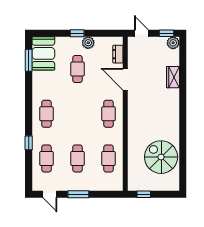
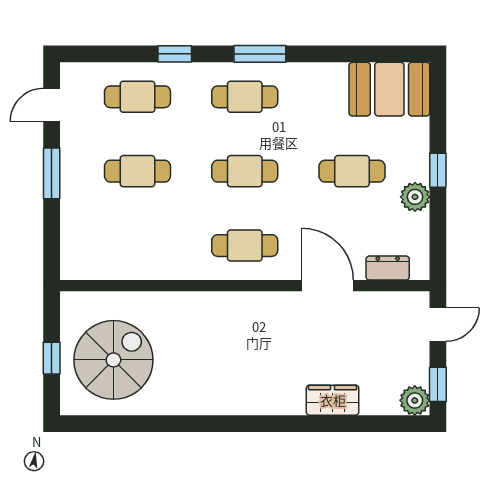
window: (29, 60) -> (260, 54), moved
door: (125, 79) -> (328, 286), hinge flipped
spiral stairs: (161, 157) -> (113, 360), moved
cafe table: (109, 158) -> (245, 171), moved
window: (144, 194) -> (52, 358), moved

